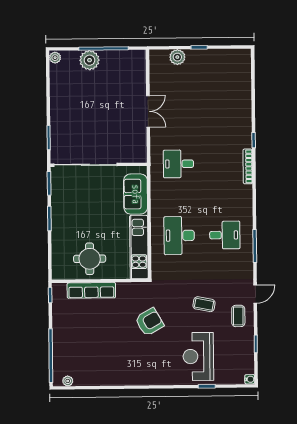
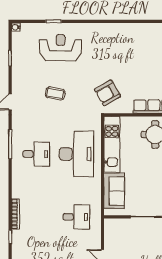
desk: (225, 235) -> (36, 154), turned 180
desk: (179, 236) -> (76, 154), width x1.36, depth x1.30
coffee table: (238, 316) -> (25, 83), removed
armchair: (149, 322) -> (108, 93), moved
reception desk: (198, 356) -> (61, 48), turned -90

